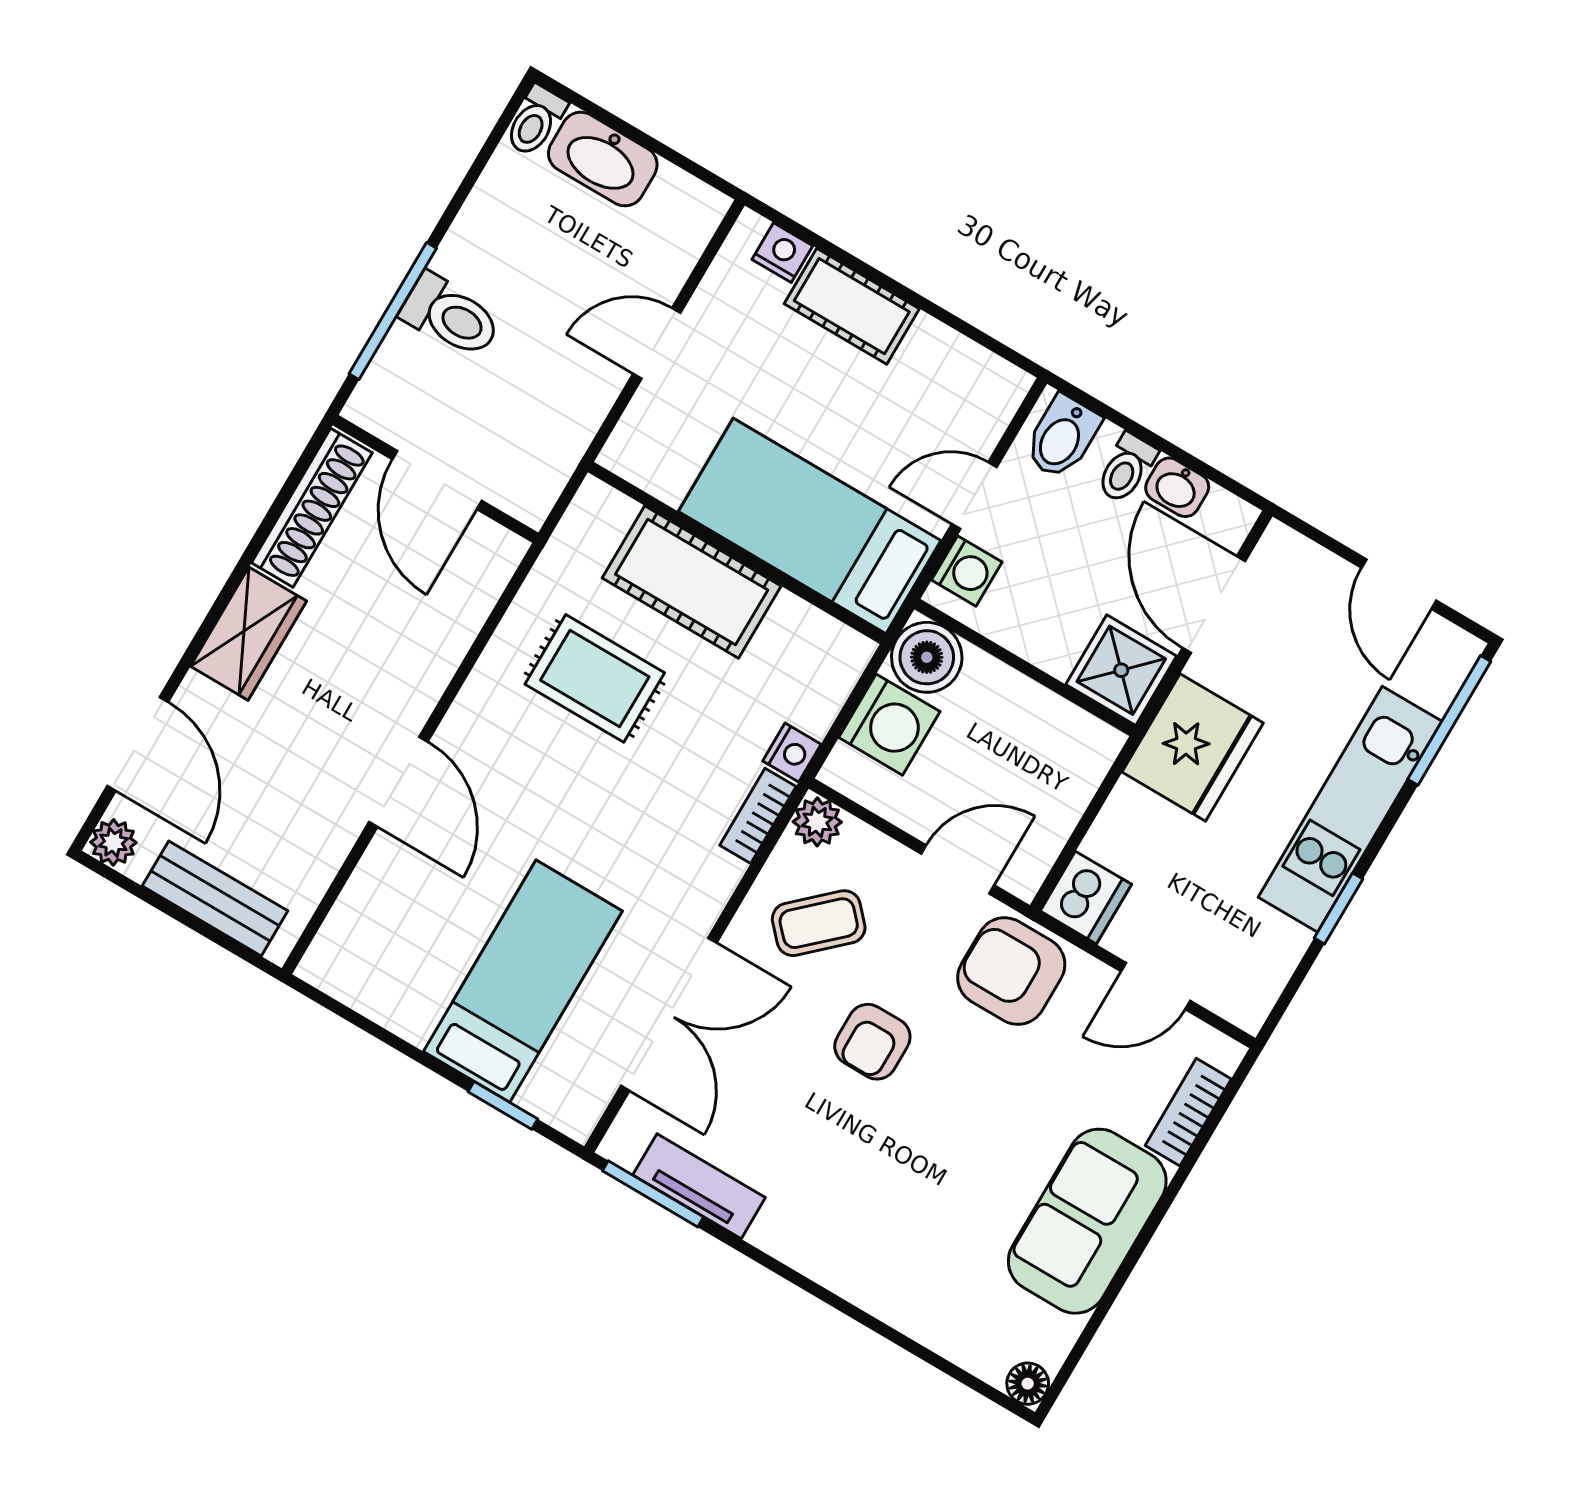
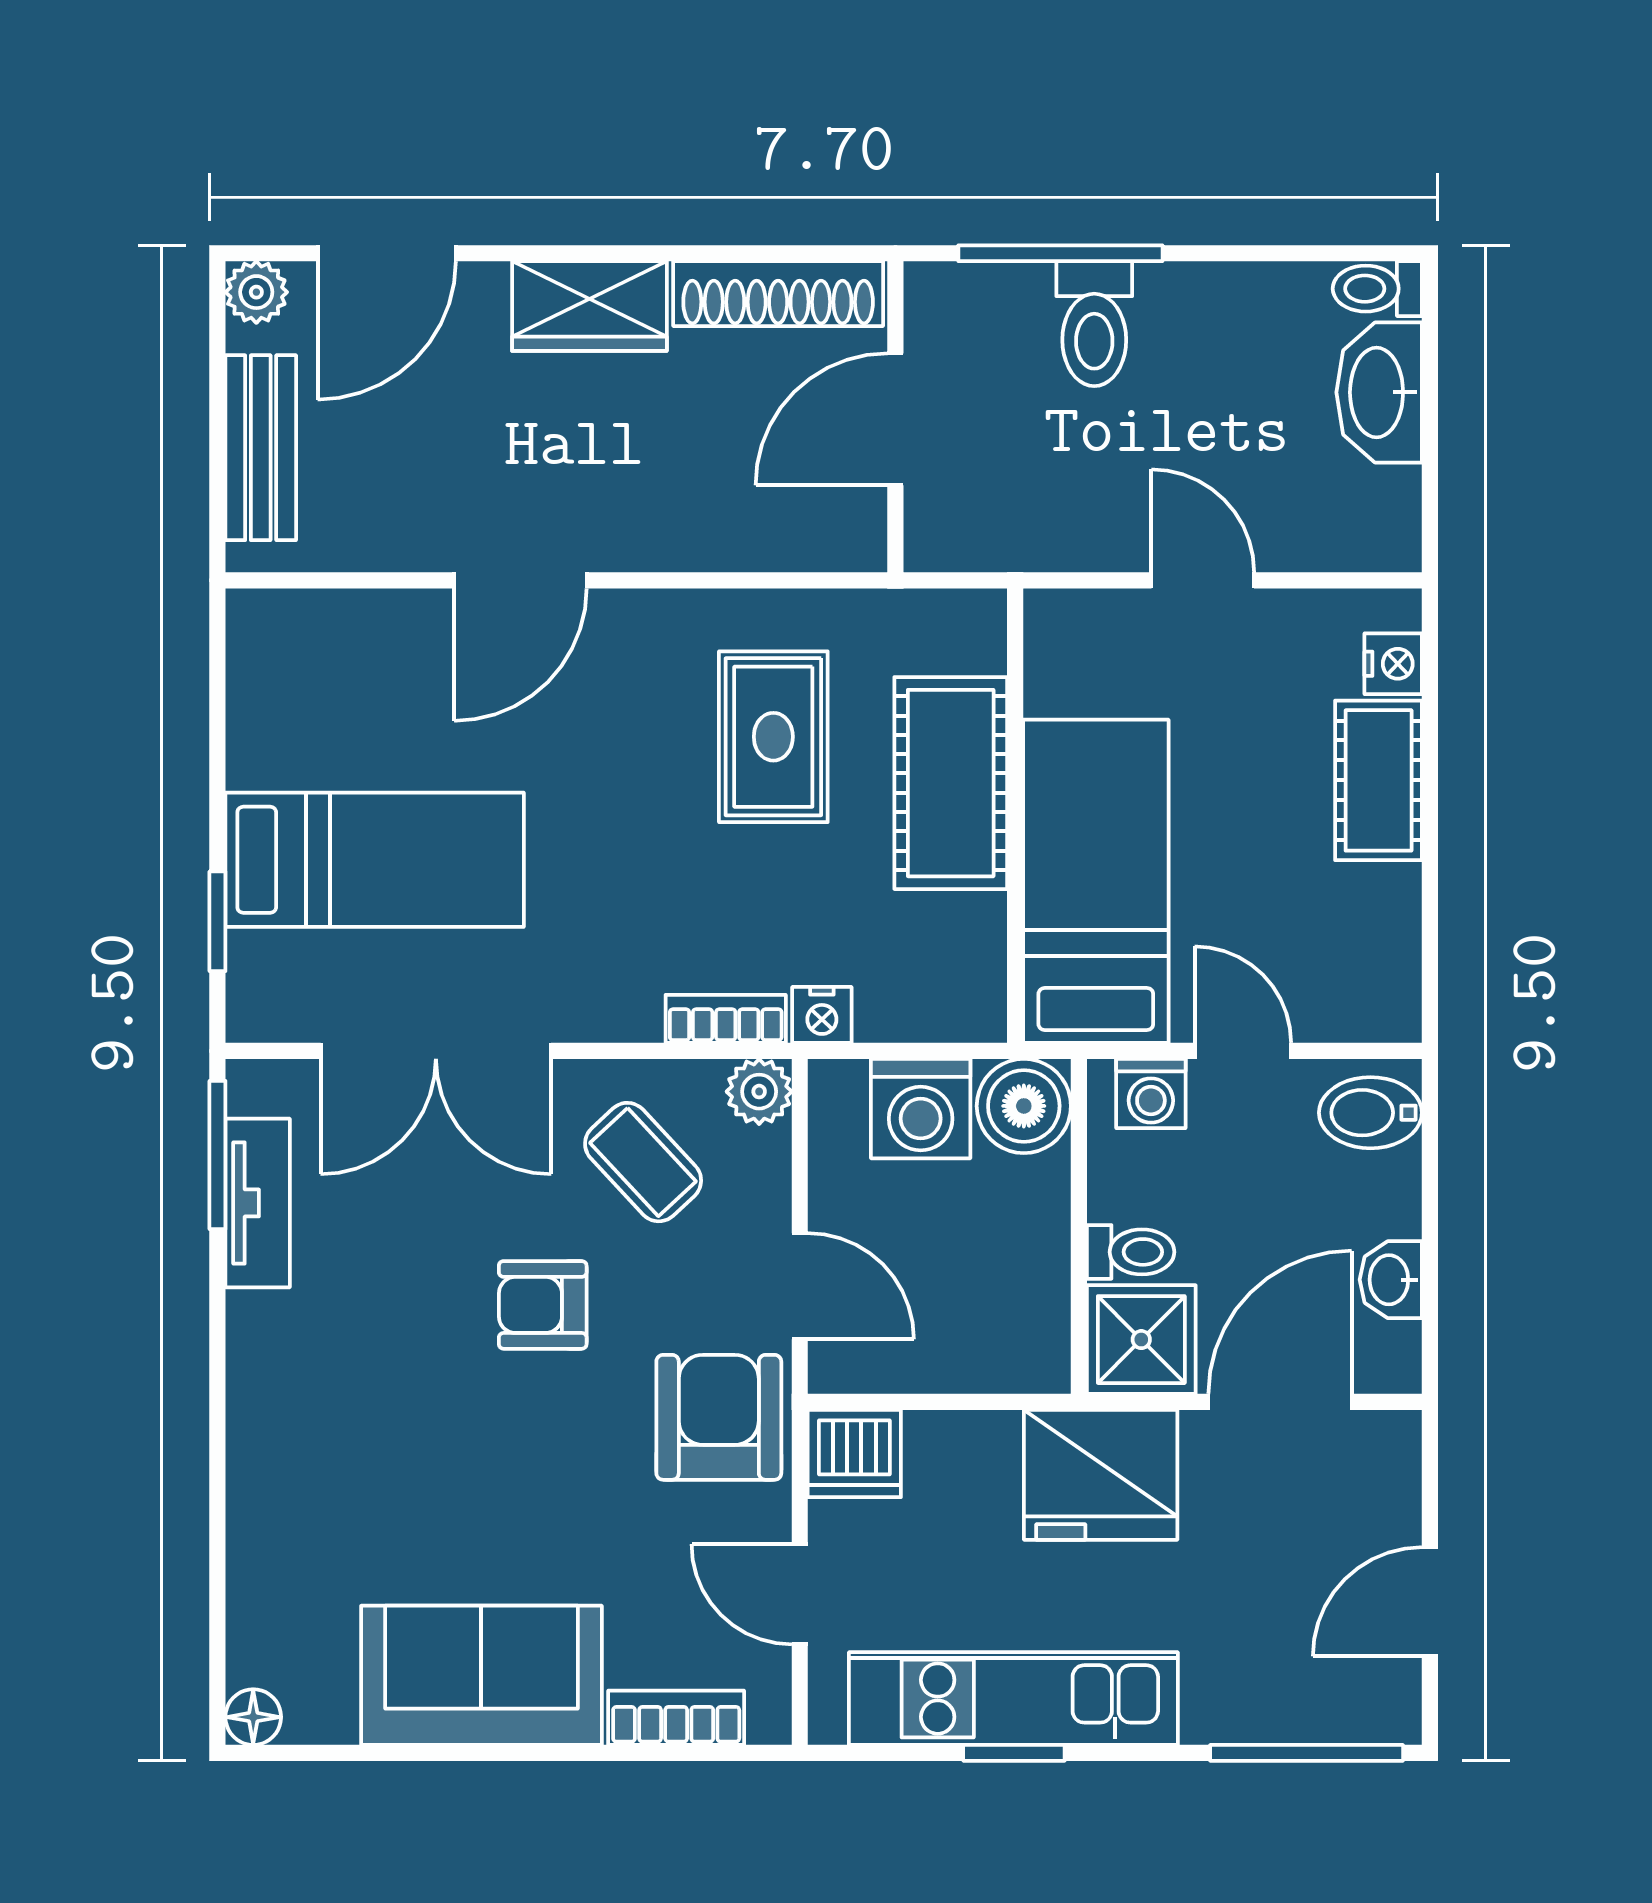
toilet: (1126, 468) -> (1131, 1252), moved, turned 180
kitchen unit: (1350, 809) -> (1013, 1699), moved

